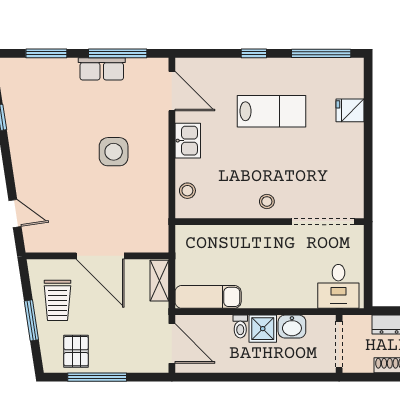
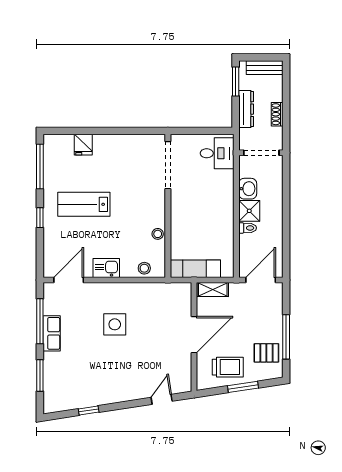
lab bench: (271, 111) -> (84, 204), turned -90
stool: (267, 201) -> (158, 234), moved
exam couch: (208, 297) -> (195, 269), moved, turned 90

